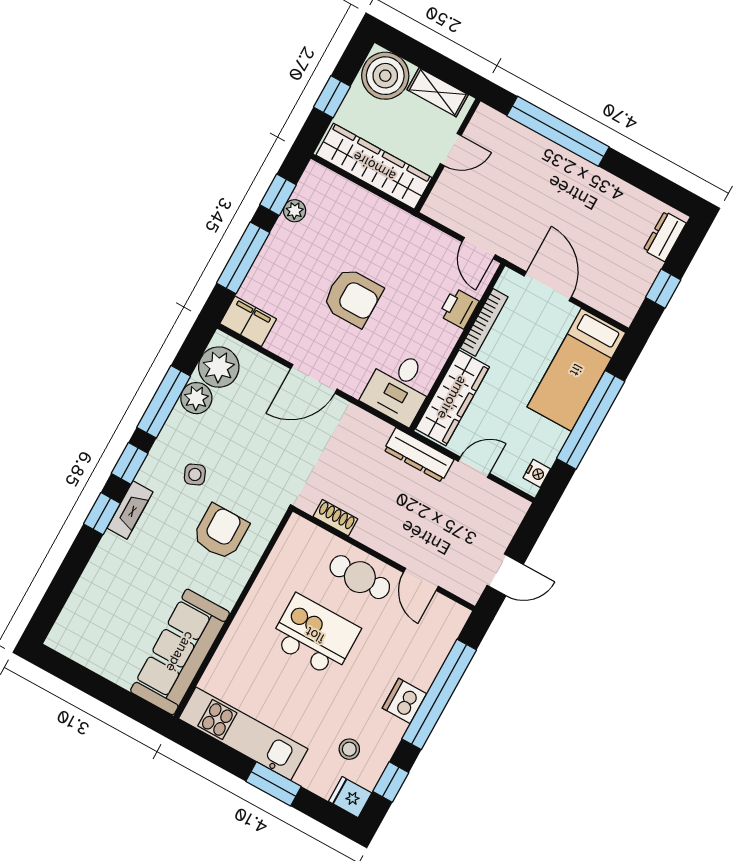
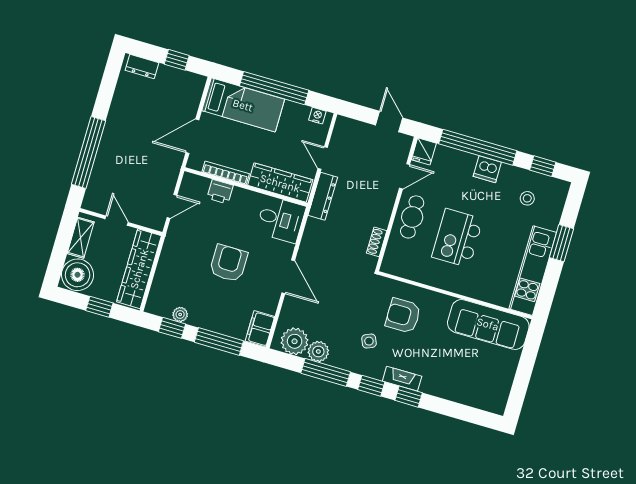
door: (479, 248) -> (172, 206), moved
fridge: (350, 797) -> (424, 151), moved

